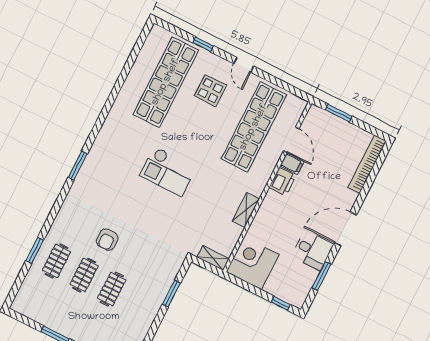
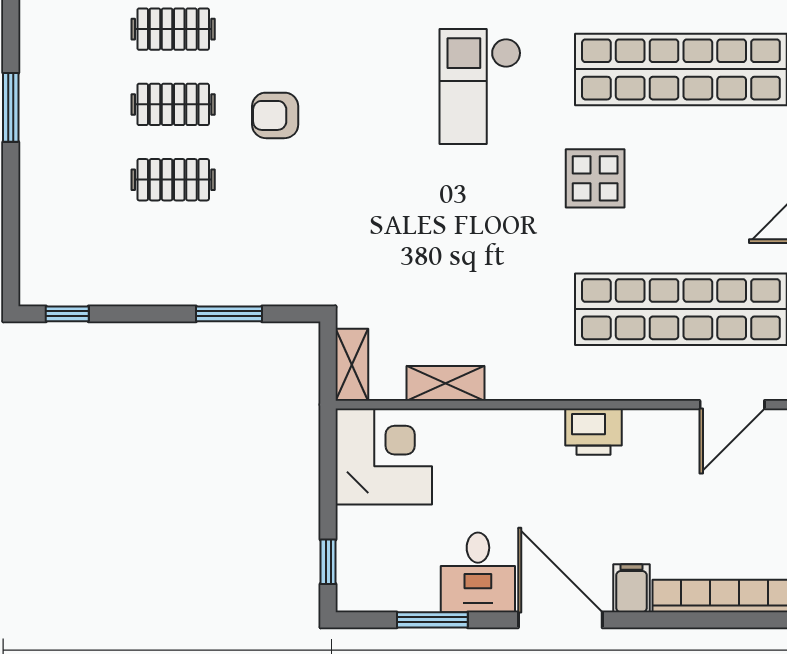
display table: (210, 91) -> (595, 178), moved
door: (291, 140) -> (732, 405), moved
filing cabinet: (292, 164) -> (631, 588), moved, turned 180
checkout: (168, 171) -> (480, 87), moved
shelving: (246, 210) -> (445, 383), moved

